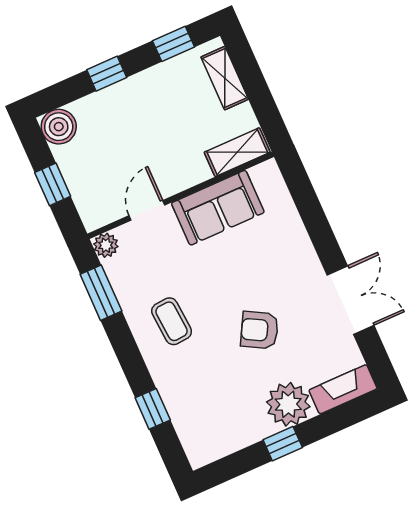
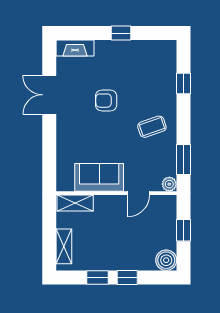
window: (173, 44) -> (97, 277), moved
coffee table: (172, 321) -> (152, 127), turned 75
armchair: (260, 330) -> (106, 101), turned 151
plant: (288, 404) -> (108, 53), removed

